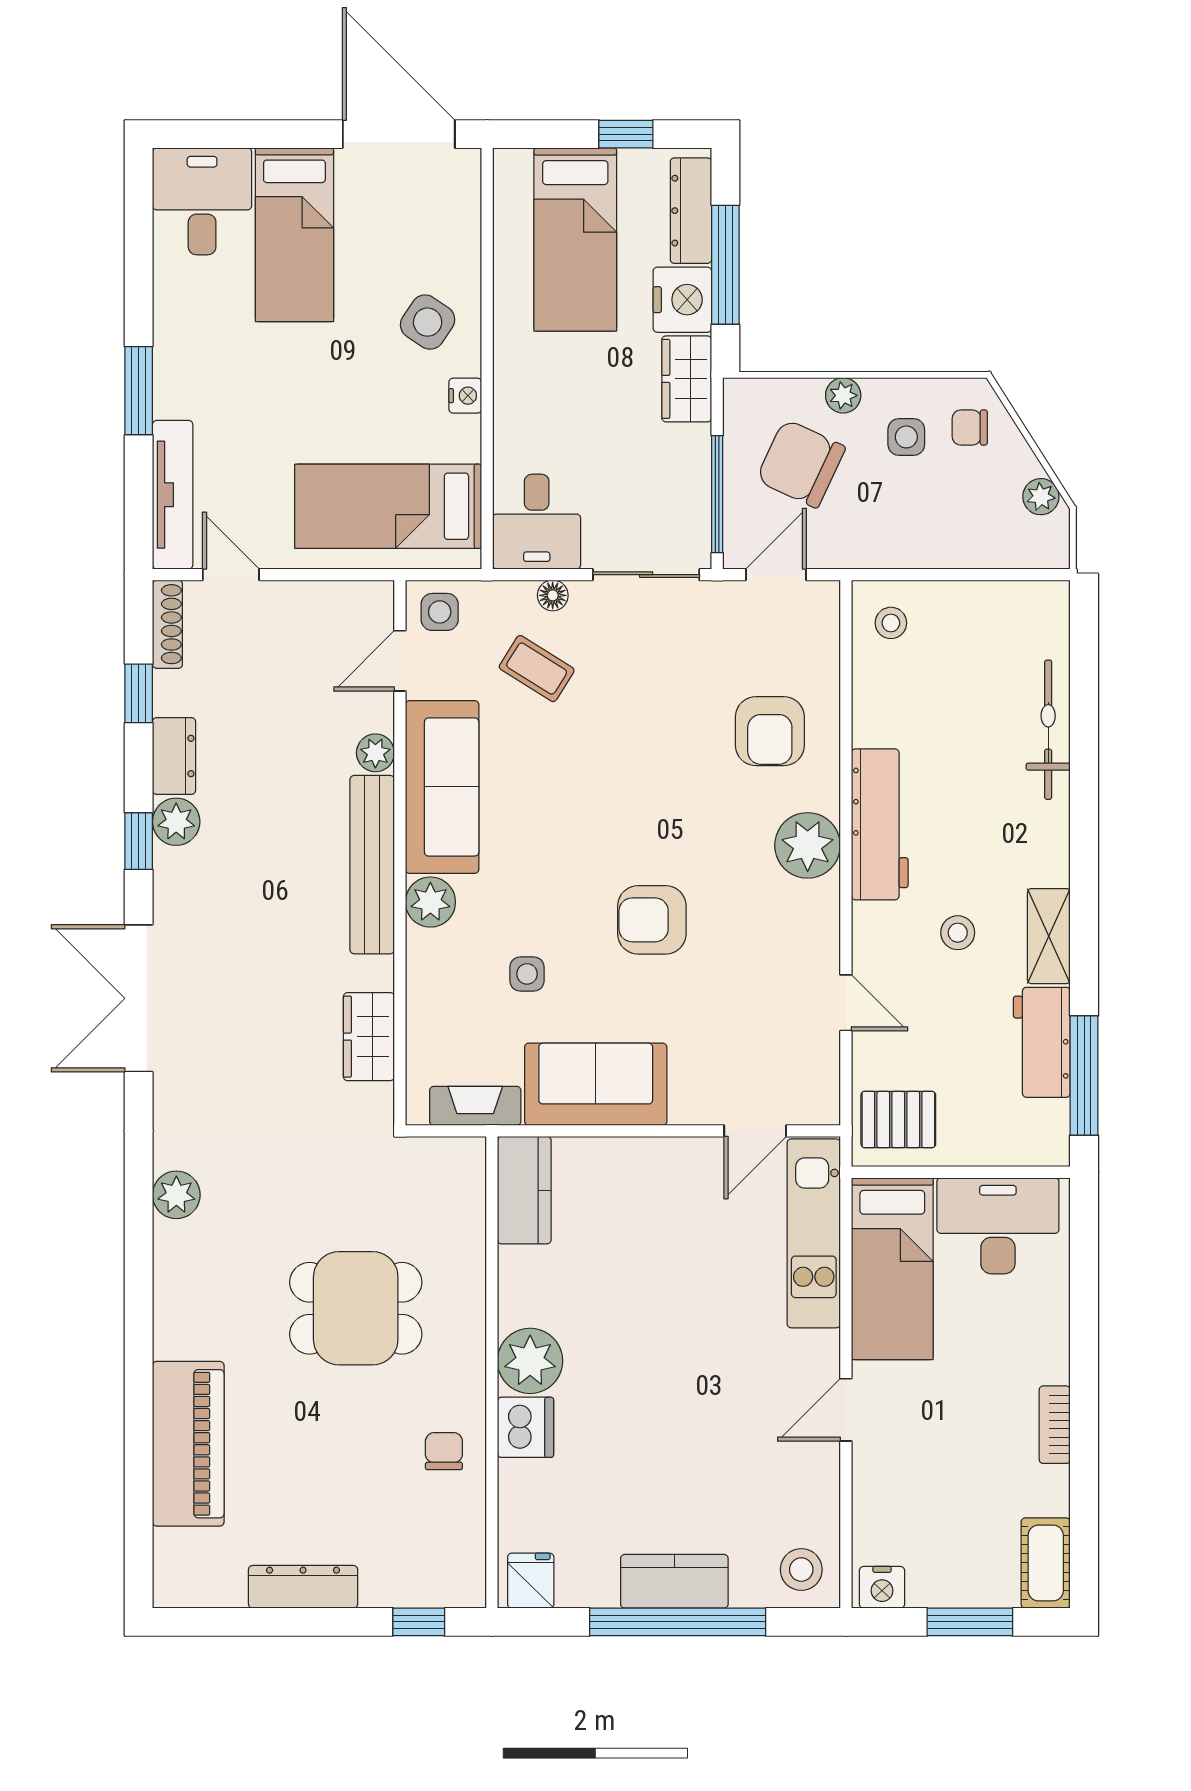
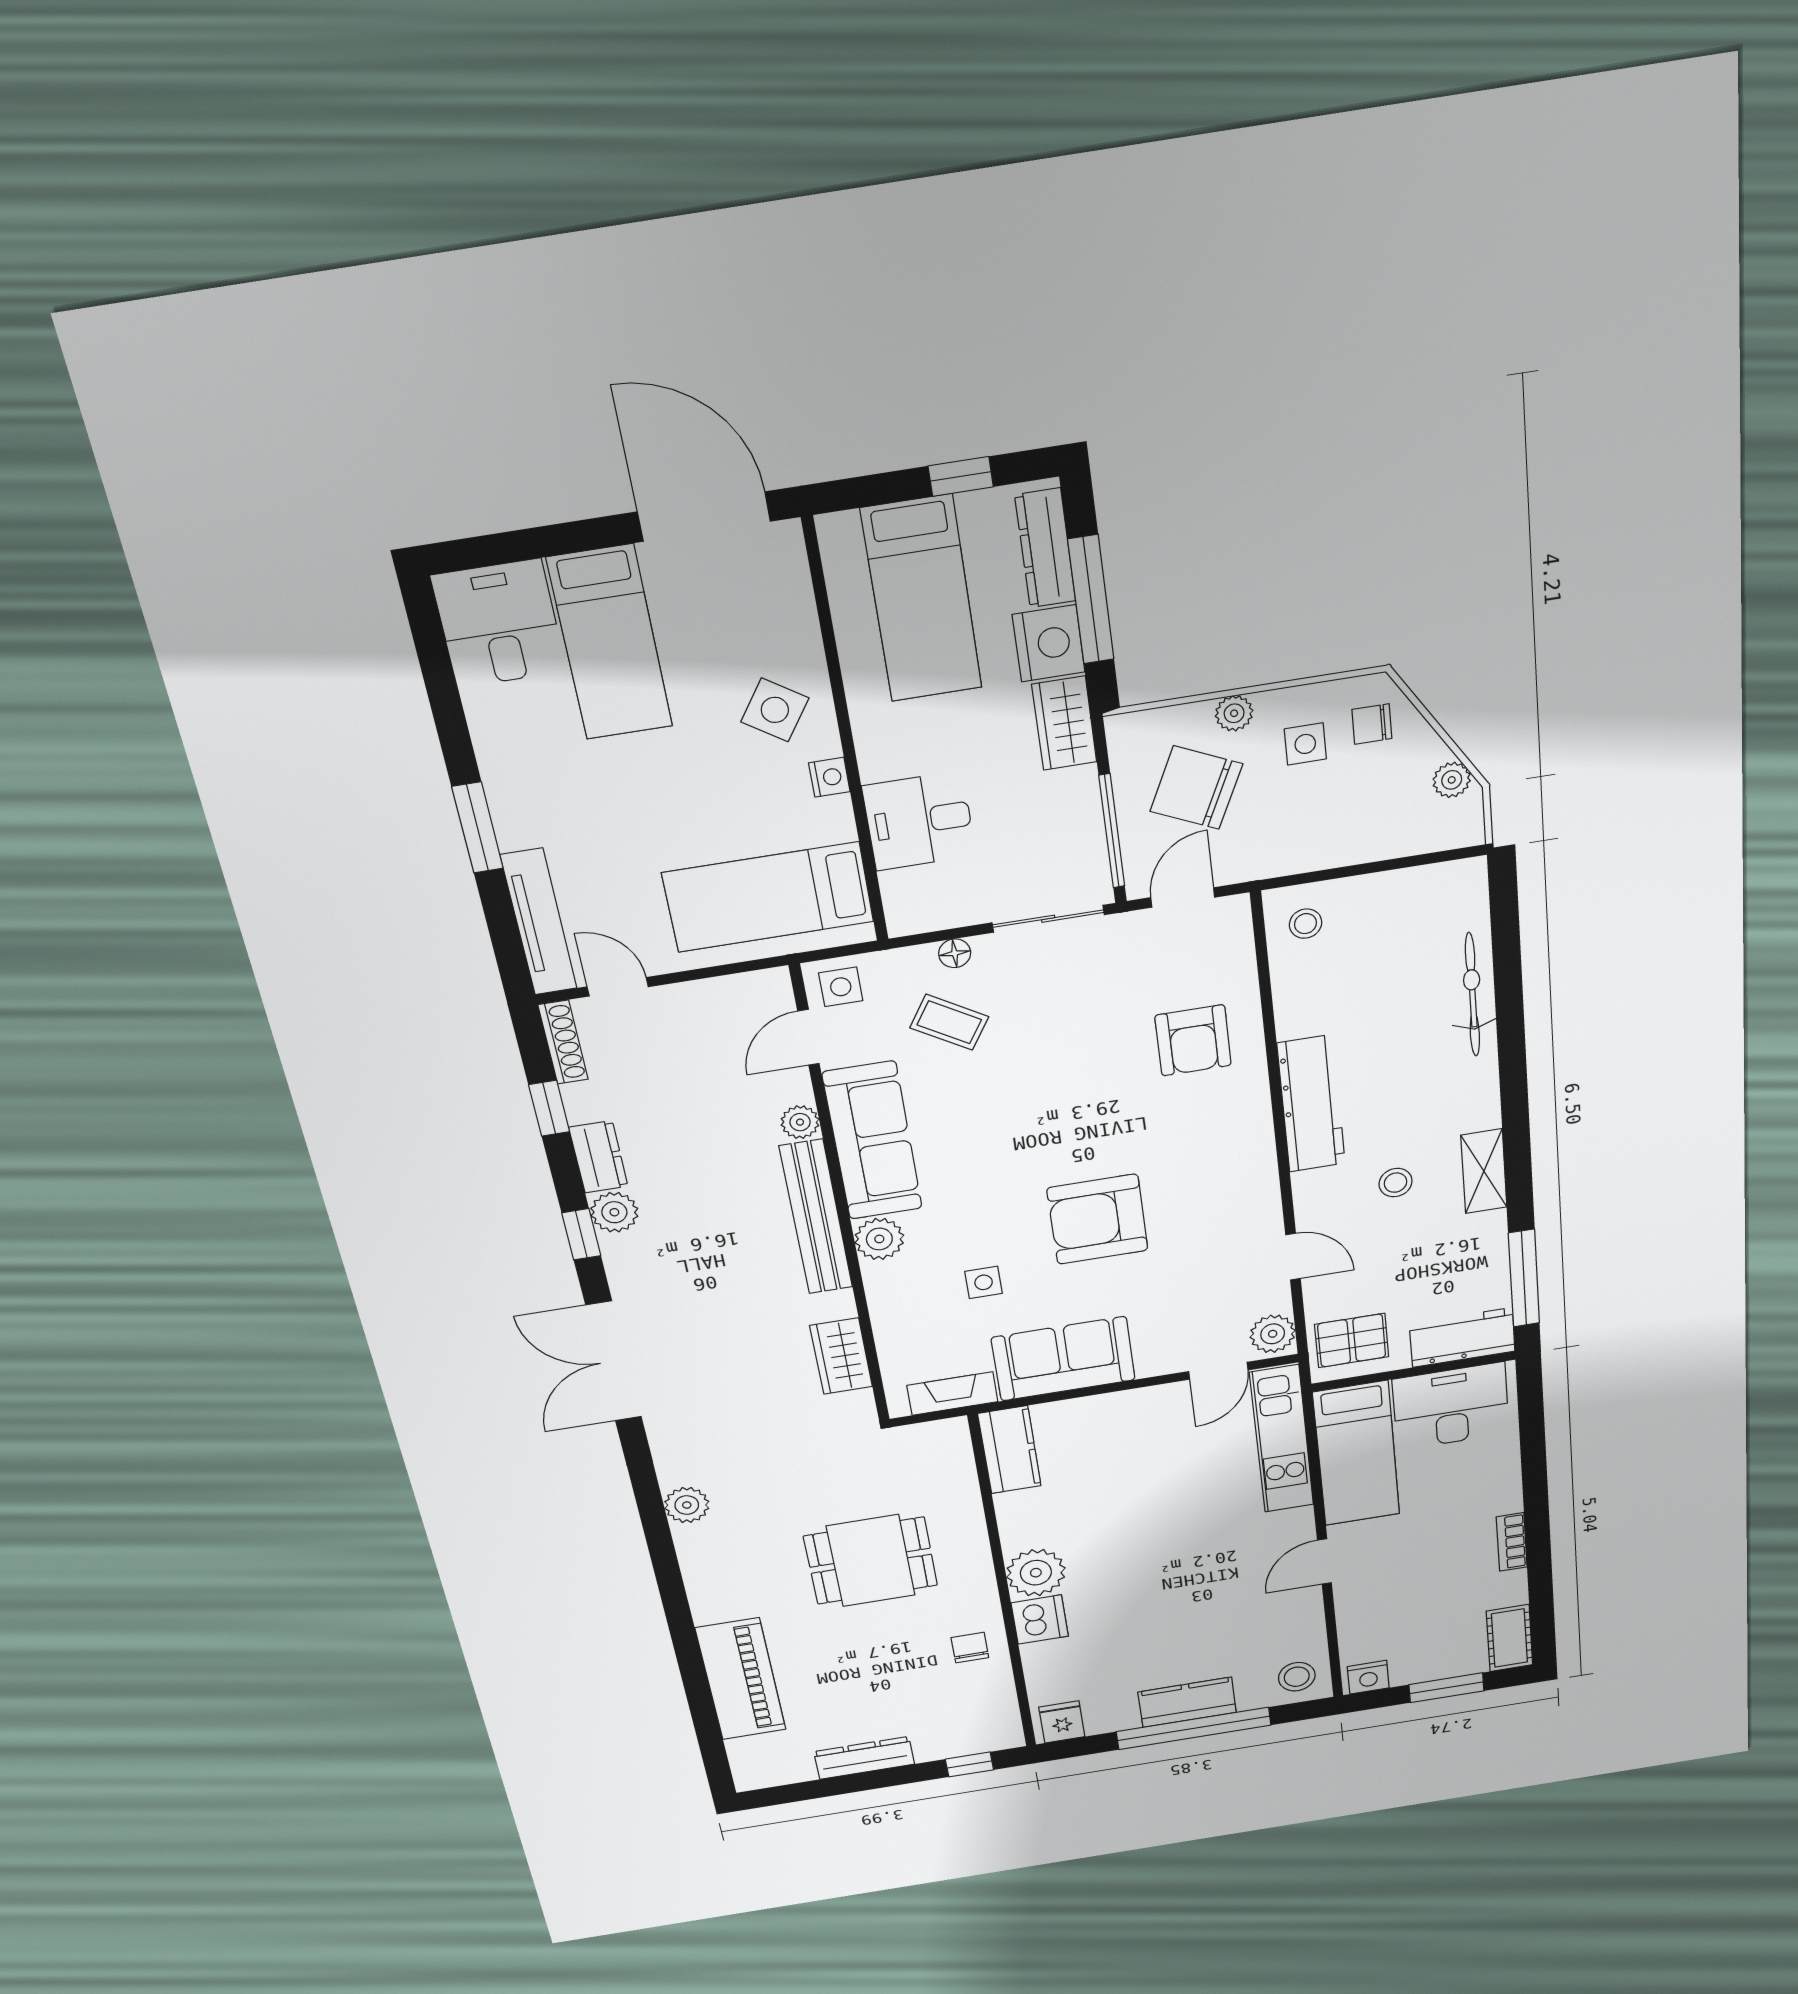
desk: (537, 522) -> (919, 821), moved, turned 90
plant: (808, 845) -> (1273, 1334), moved, width x0.73, depth x0.73
armchair: (652, 920) -> (1097, 1219), width x1.36, depth x1.36
workbench: (1042, 1042) -> (1462, 1338), moved, turned 90

